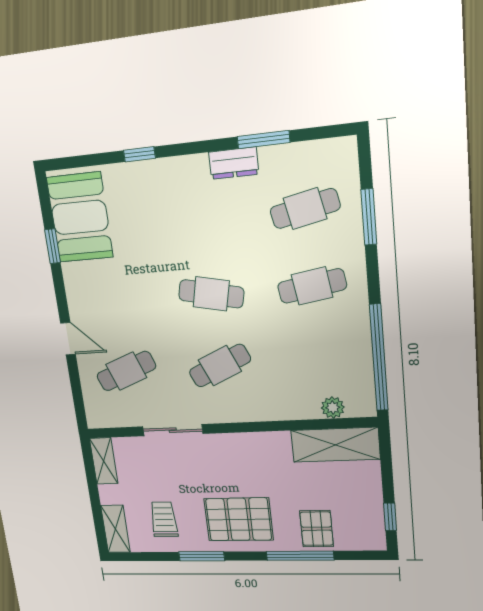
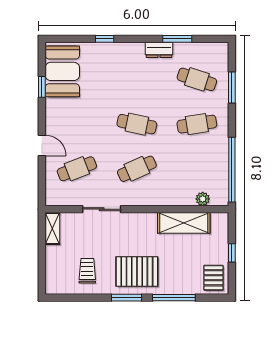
cafe table: (305, 209) -> (197, 79), turned 30
shelving: (335, 445) -> (184, 223), moved
window: (390, 517) -> (232, 253), moved
shelving: (115, 529) -> (53, 277), removed
pallet: (317, 529) -> (213, 278), moved
window: (202, 556) -> (126, 298), moved

